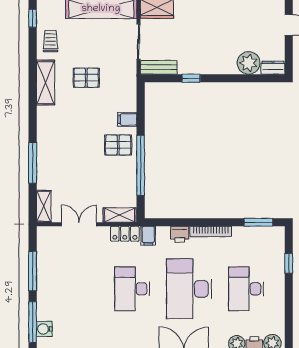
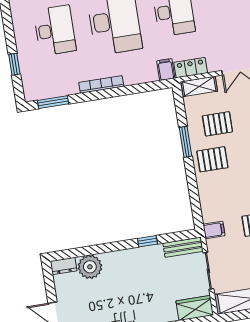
filing cabinet: (127, 119) -> (214, 230), moved
window: (141, 165) -> (186, 142), width x0.47
pallet: (108, 177) -> (217, 124), added
printer: (180, 234) -> (133, 76), removed

